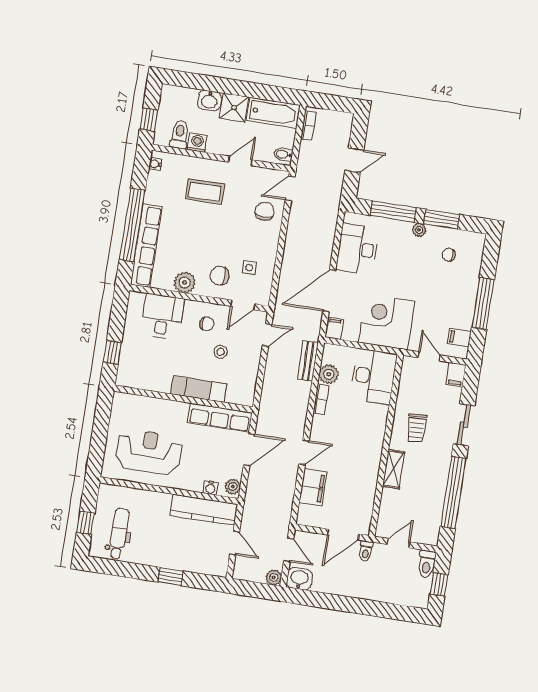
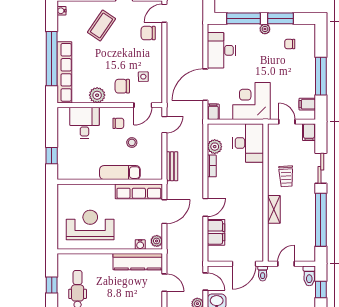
coffee table: (205, 192) -> (102, 25), turned -56
chair: (265, 211) -> (148, 33), turned -90
bench: (308, 361) -> (172, 166), moved

